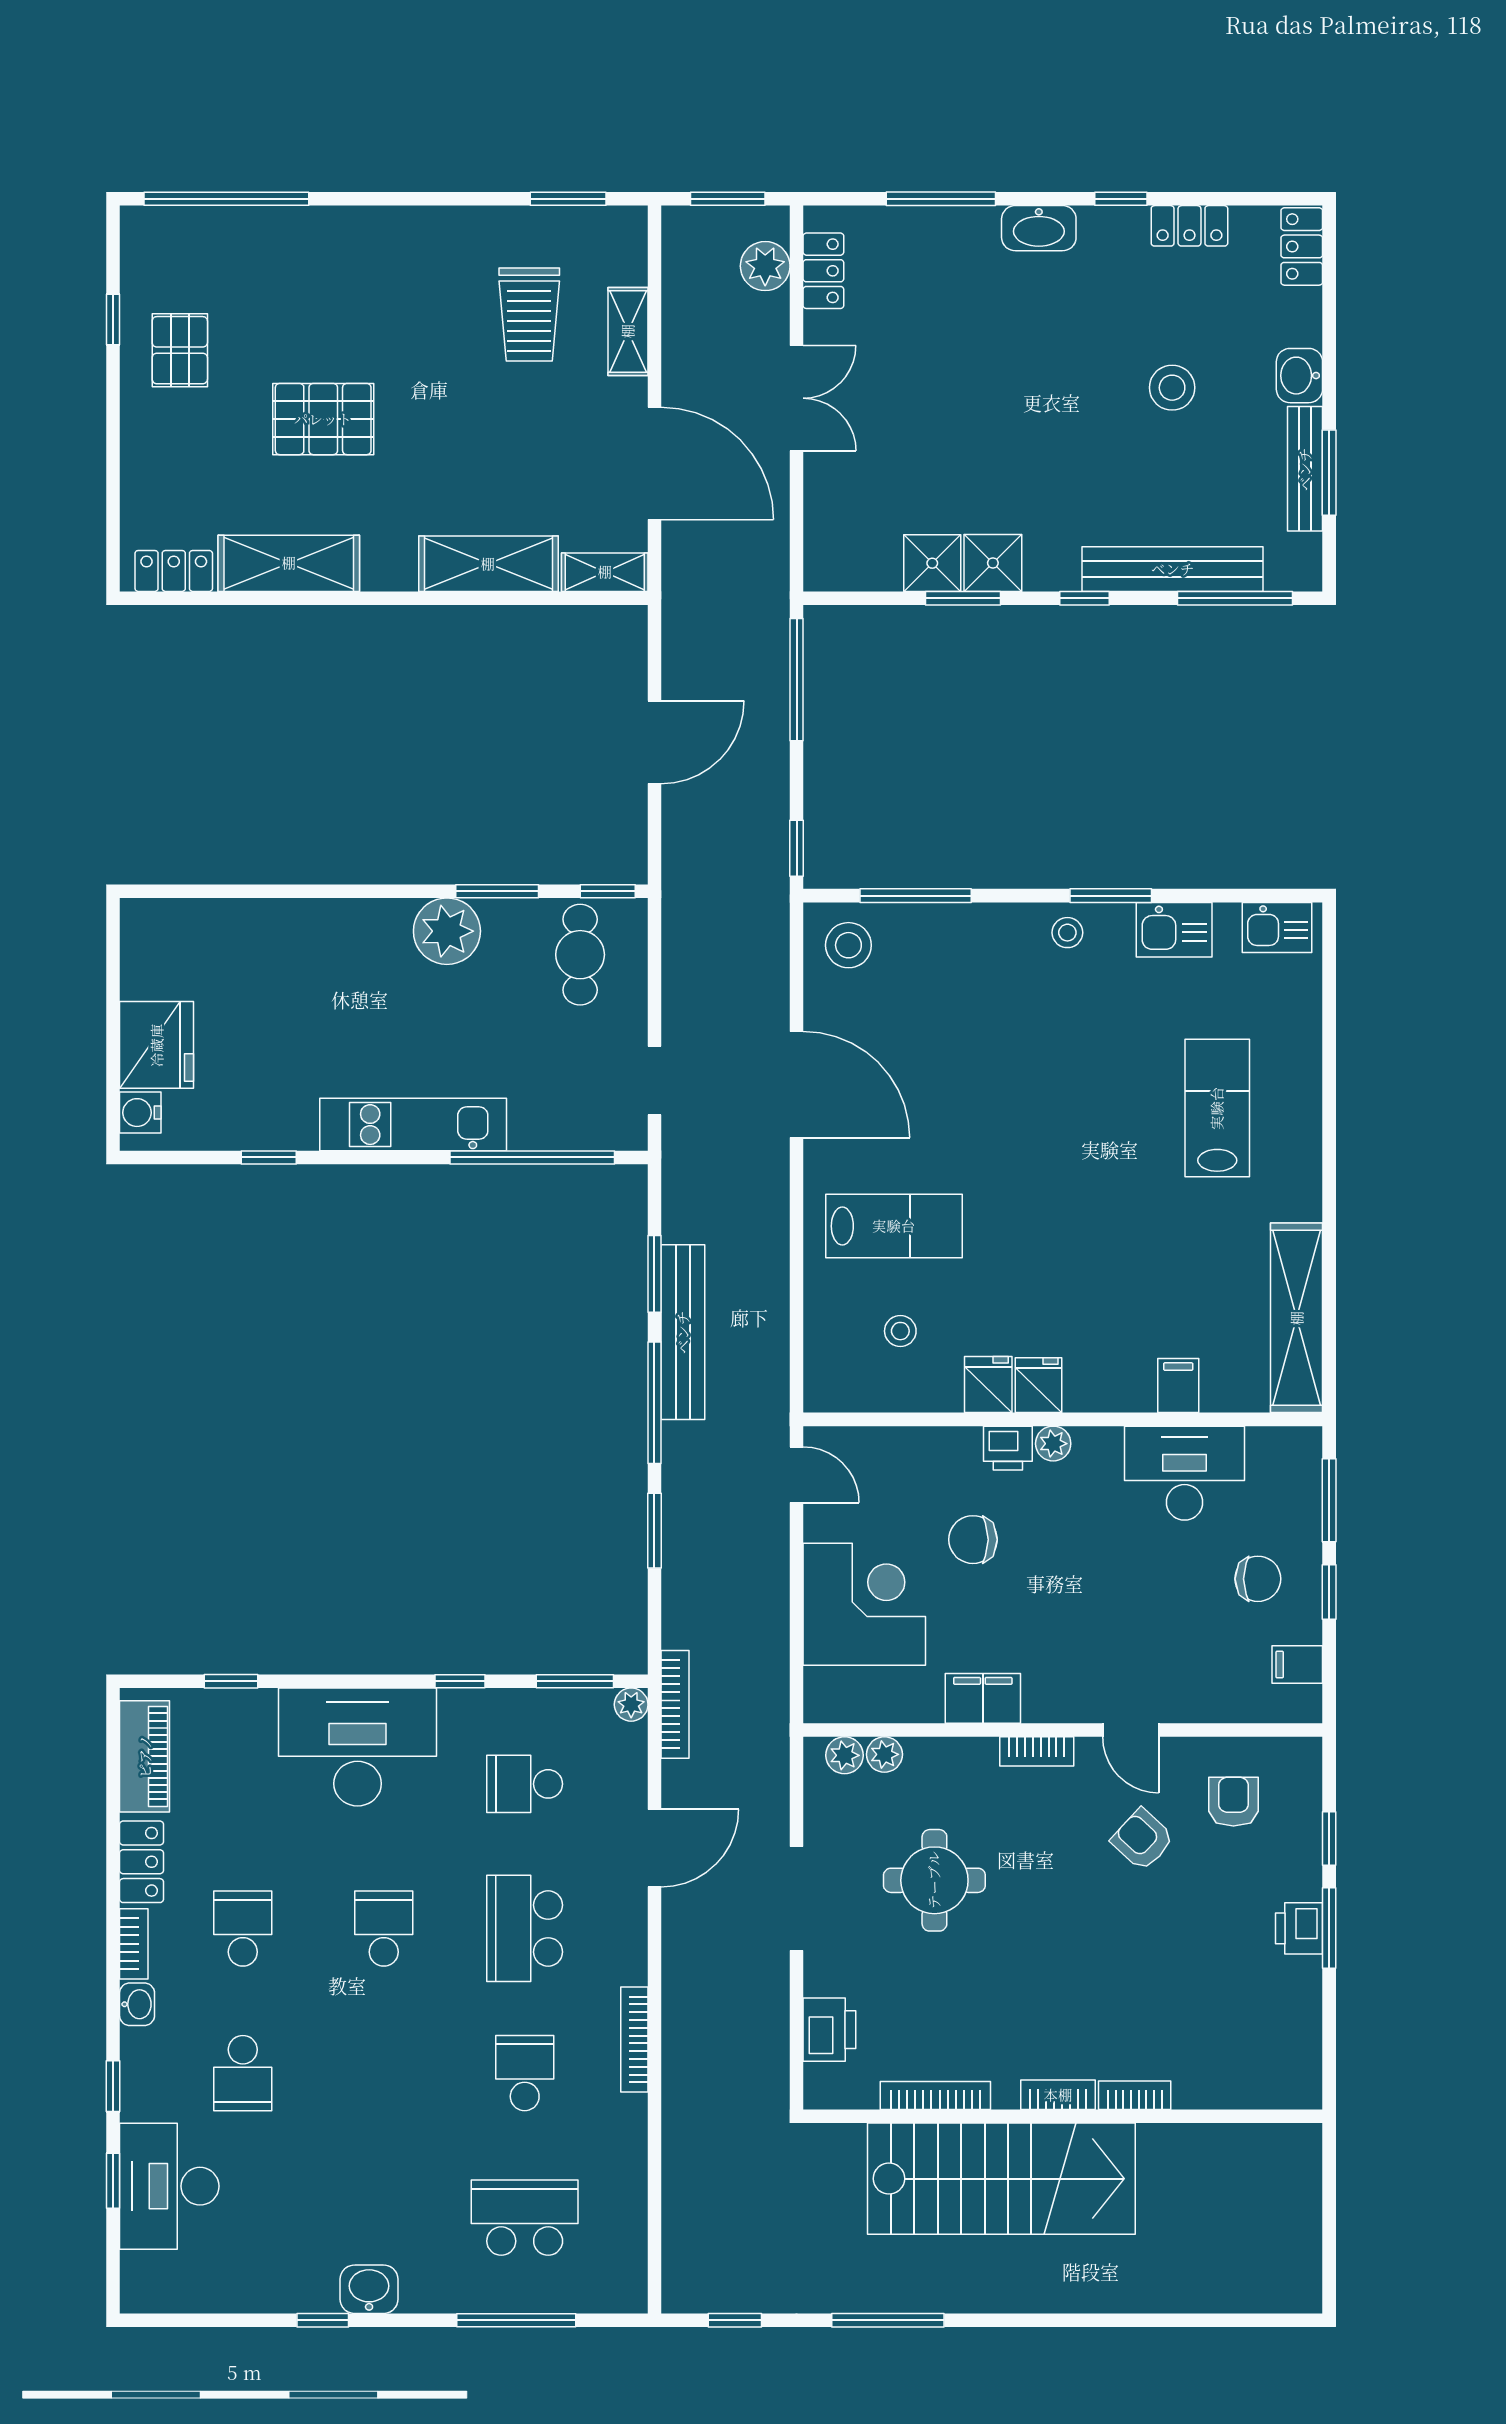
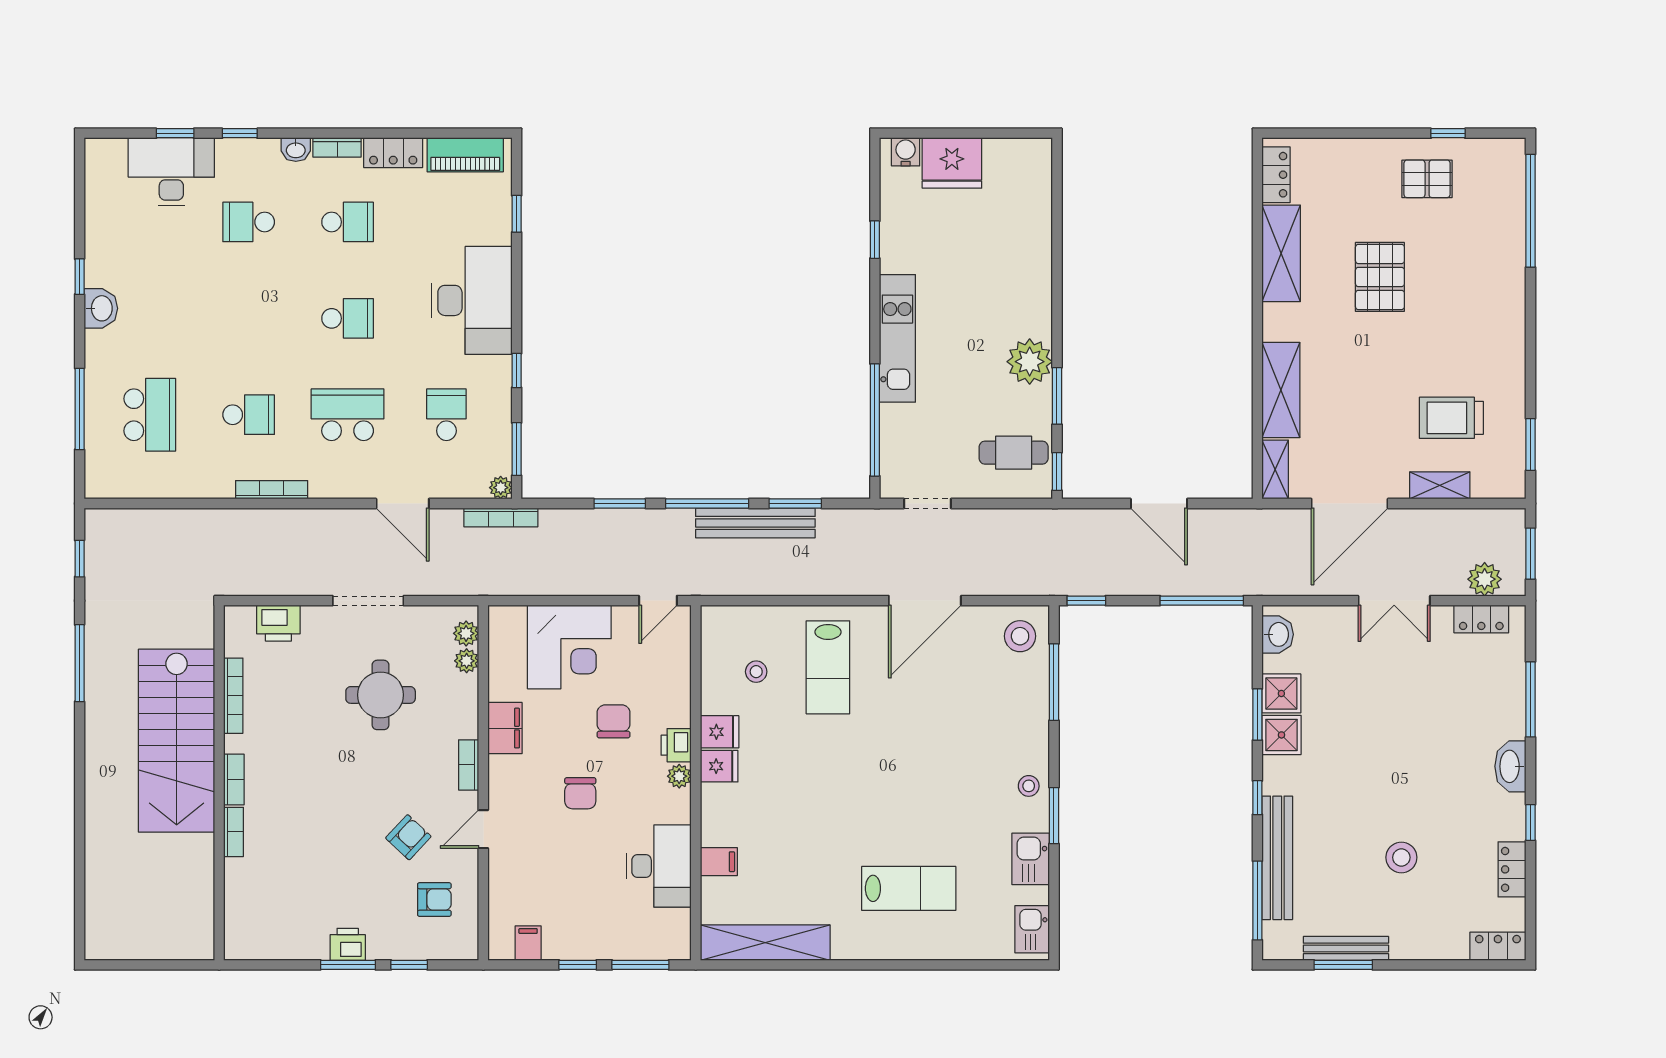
washbasin: (1299, 376) -> (1278, 634), moved, turned 90
chair: (1258, 1579) -> (580, 793), moved

